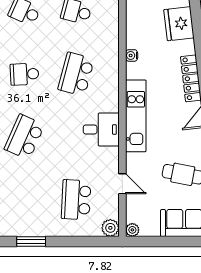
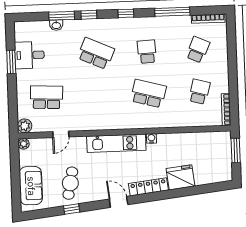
fridge: (179, 24) -> (181, 177), moved
water cooler: (132, 55) -> (151, 138), moved
desk: (101, 129) -> (29, 55), moved, turned 90

